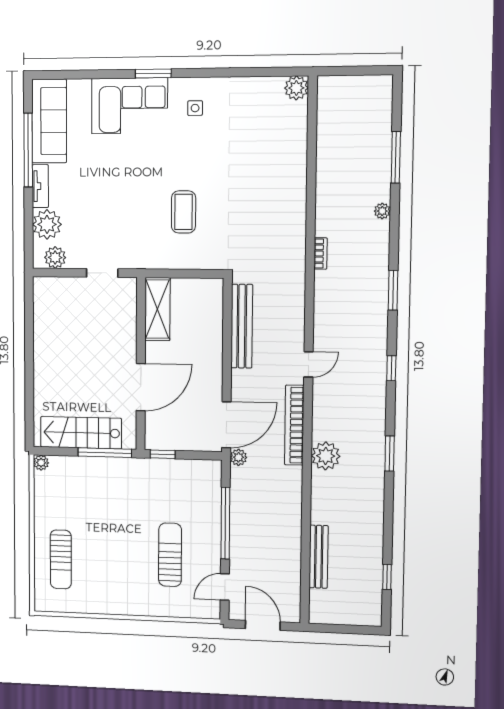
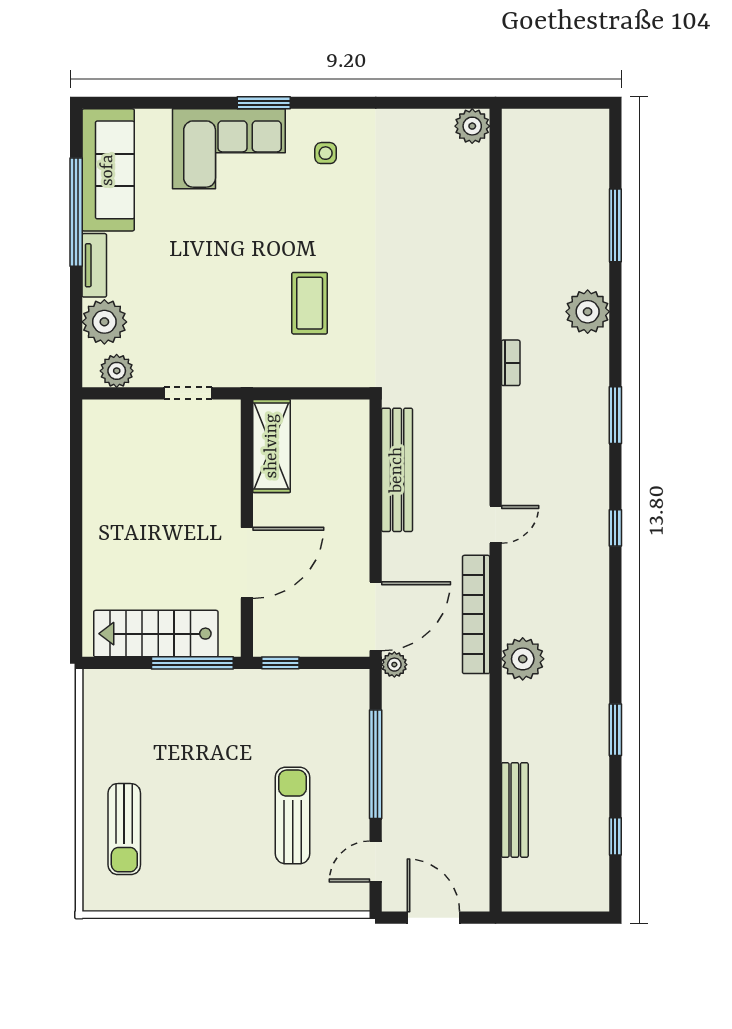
plant: (382, 211) -> (588, 312), width x1.87, depth x1.87
window: (390, 454) -> (615, 730), moved
plant: (41, 463) -> (94, 681), removed

